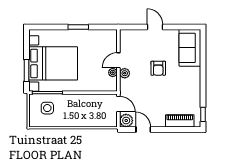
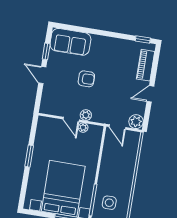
door: (155, 27) -> (42, 75), hinge flipped
window: (177, 27) -> (46, 51), added
door: (118, 104) -> (117, 127), swing flipped
door: (143, 130) -> (150, 94), moved

